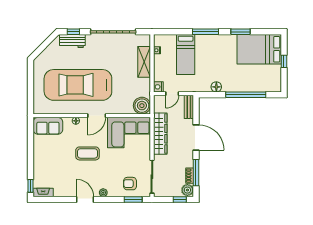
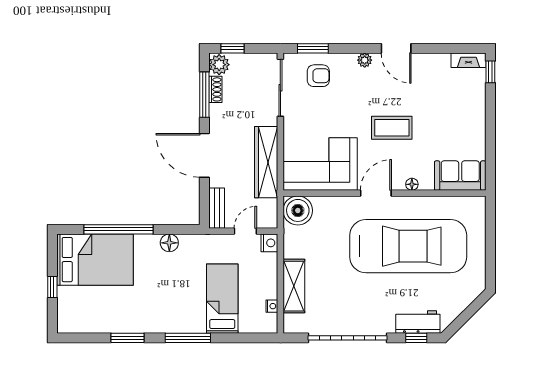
bed: (259, 49) -> (95, 260), moved

